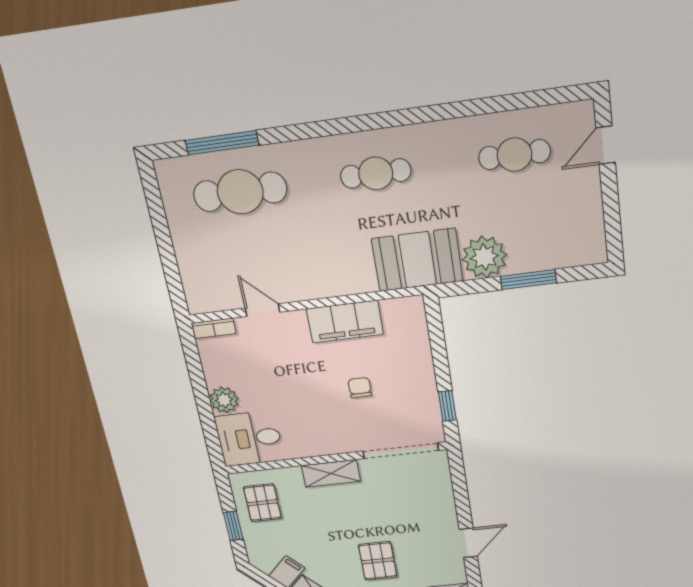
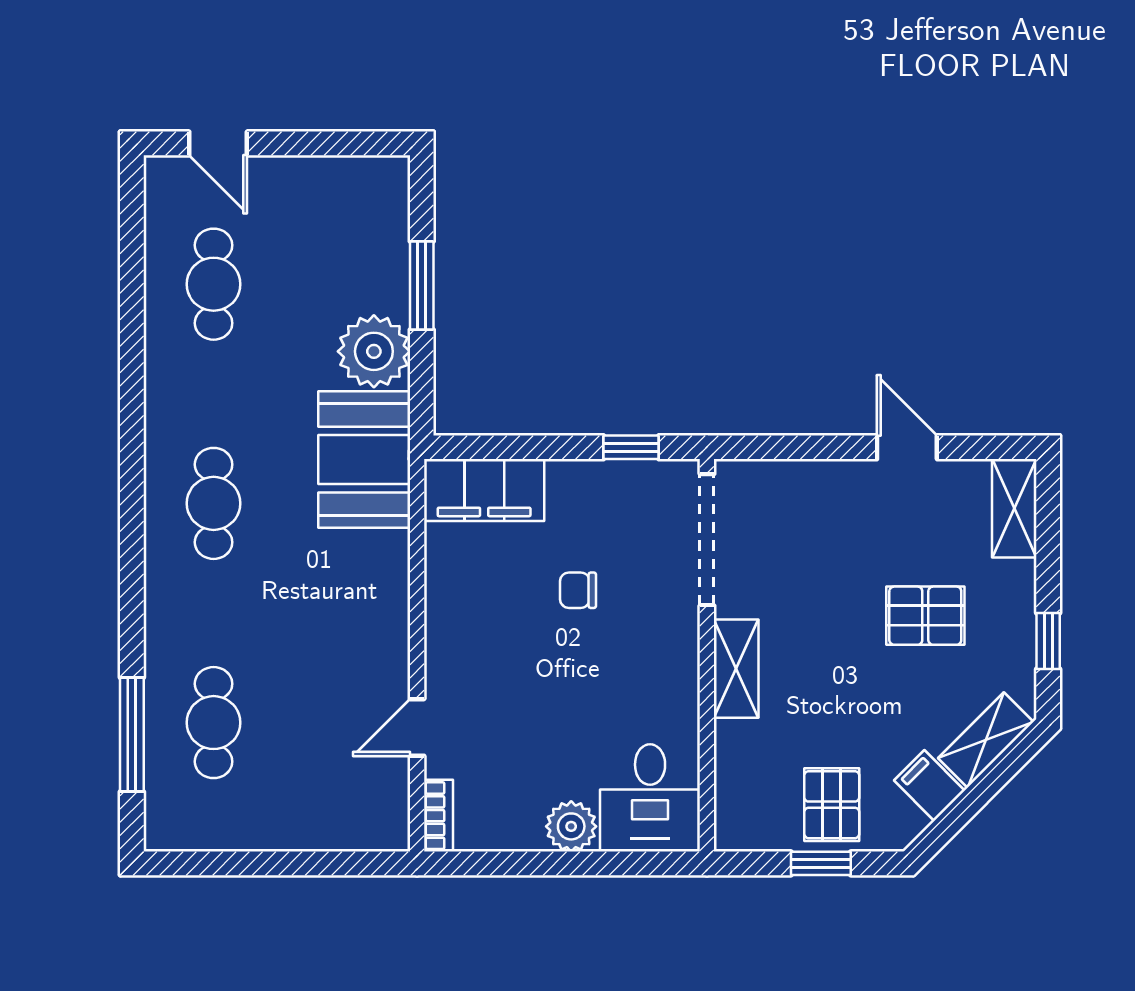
cafe table: (240, 192) -> (214, 723), width x0.73, depth x0.74
filing cabinet: (345, 322) -> (484, 490), moved, turned 90
pallet: (262, 503) -> (832, 805), moved, turned 90

